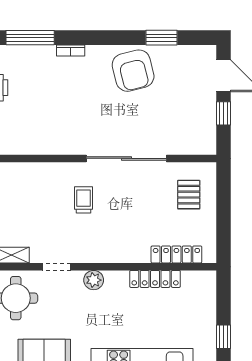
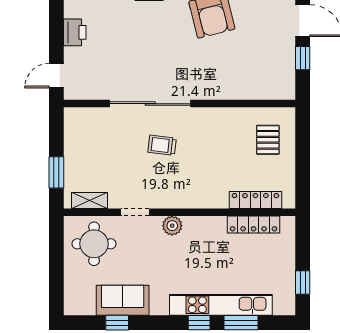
sliding door: (126, 158) -> (150, 104), moved
trolley: (83, 200) -> (162, 145), turned -83
locker: (155, 279) -> (254, 224), moved

